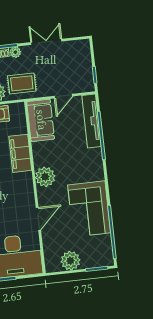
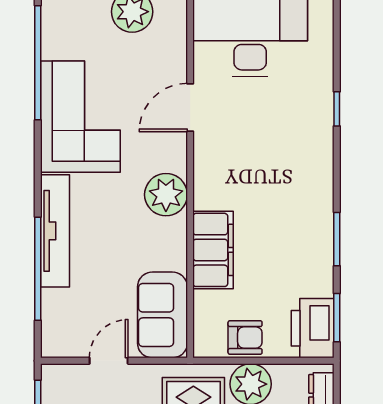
tv unit: (92, 121) -> (55, 231), moved

